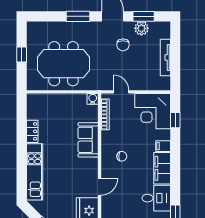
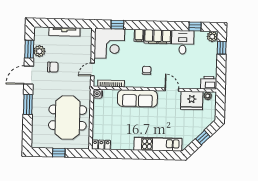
locker: (32, 131) -> (101, 145), moved
sofa: (88, 140) -> (137, 98), width x1.36

